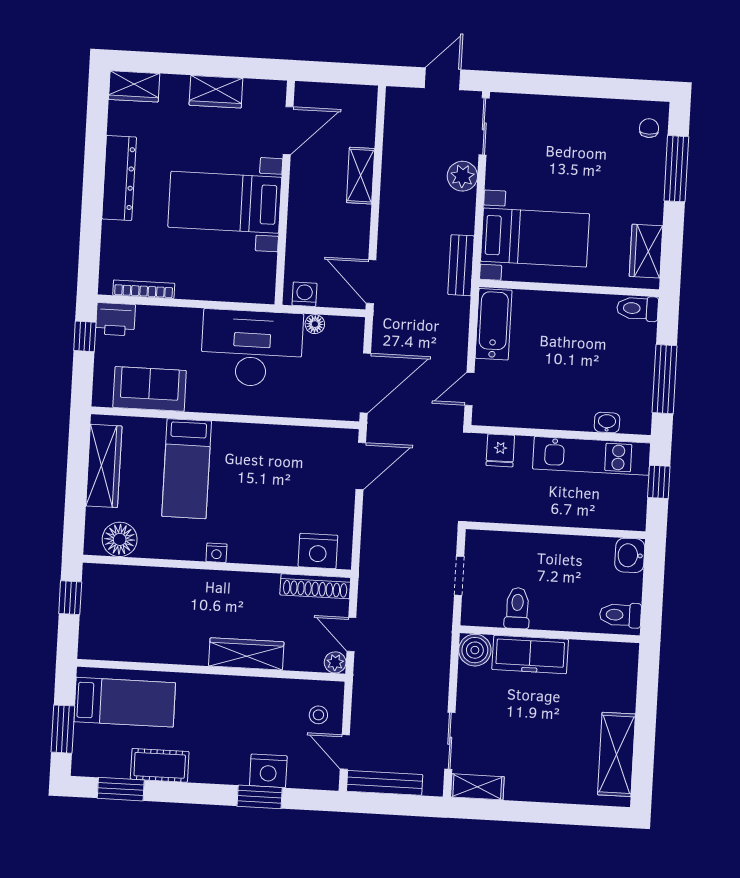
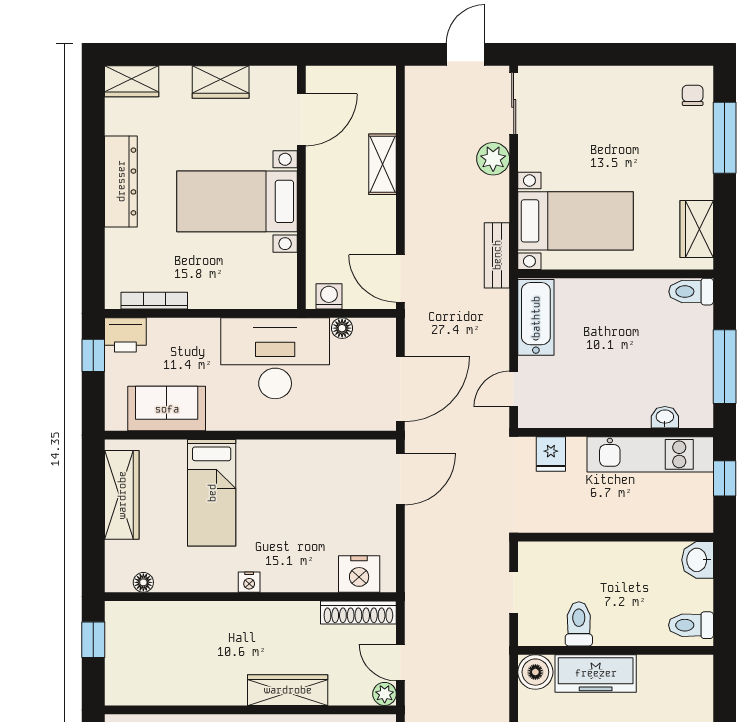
floor lamp: (120, 539) -> (143, 582), width x0.53, depth x0.53

